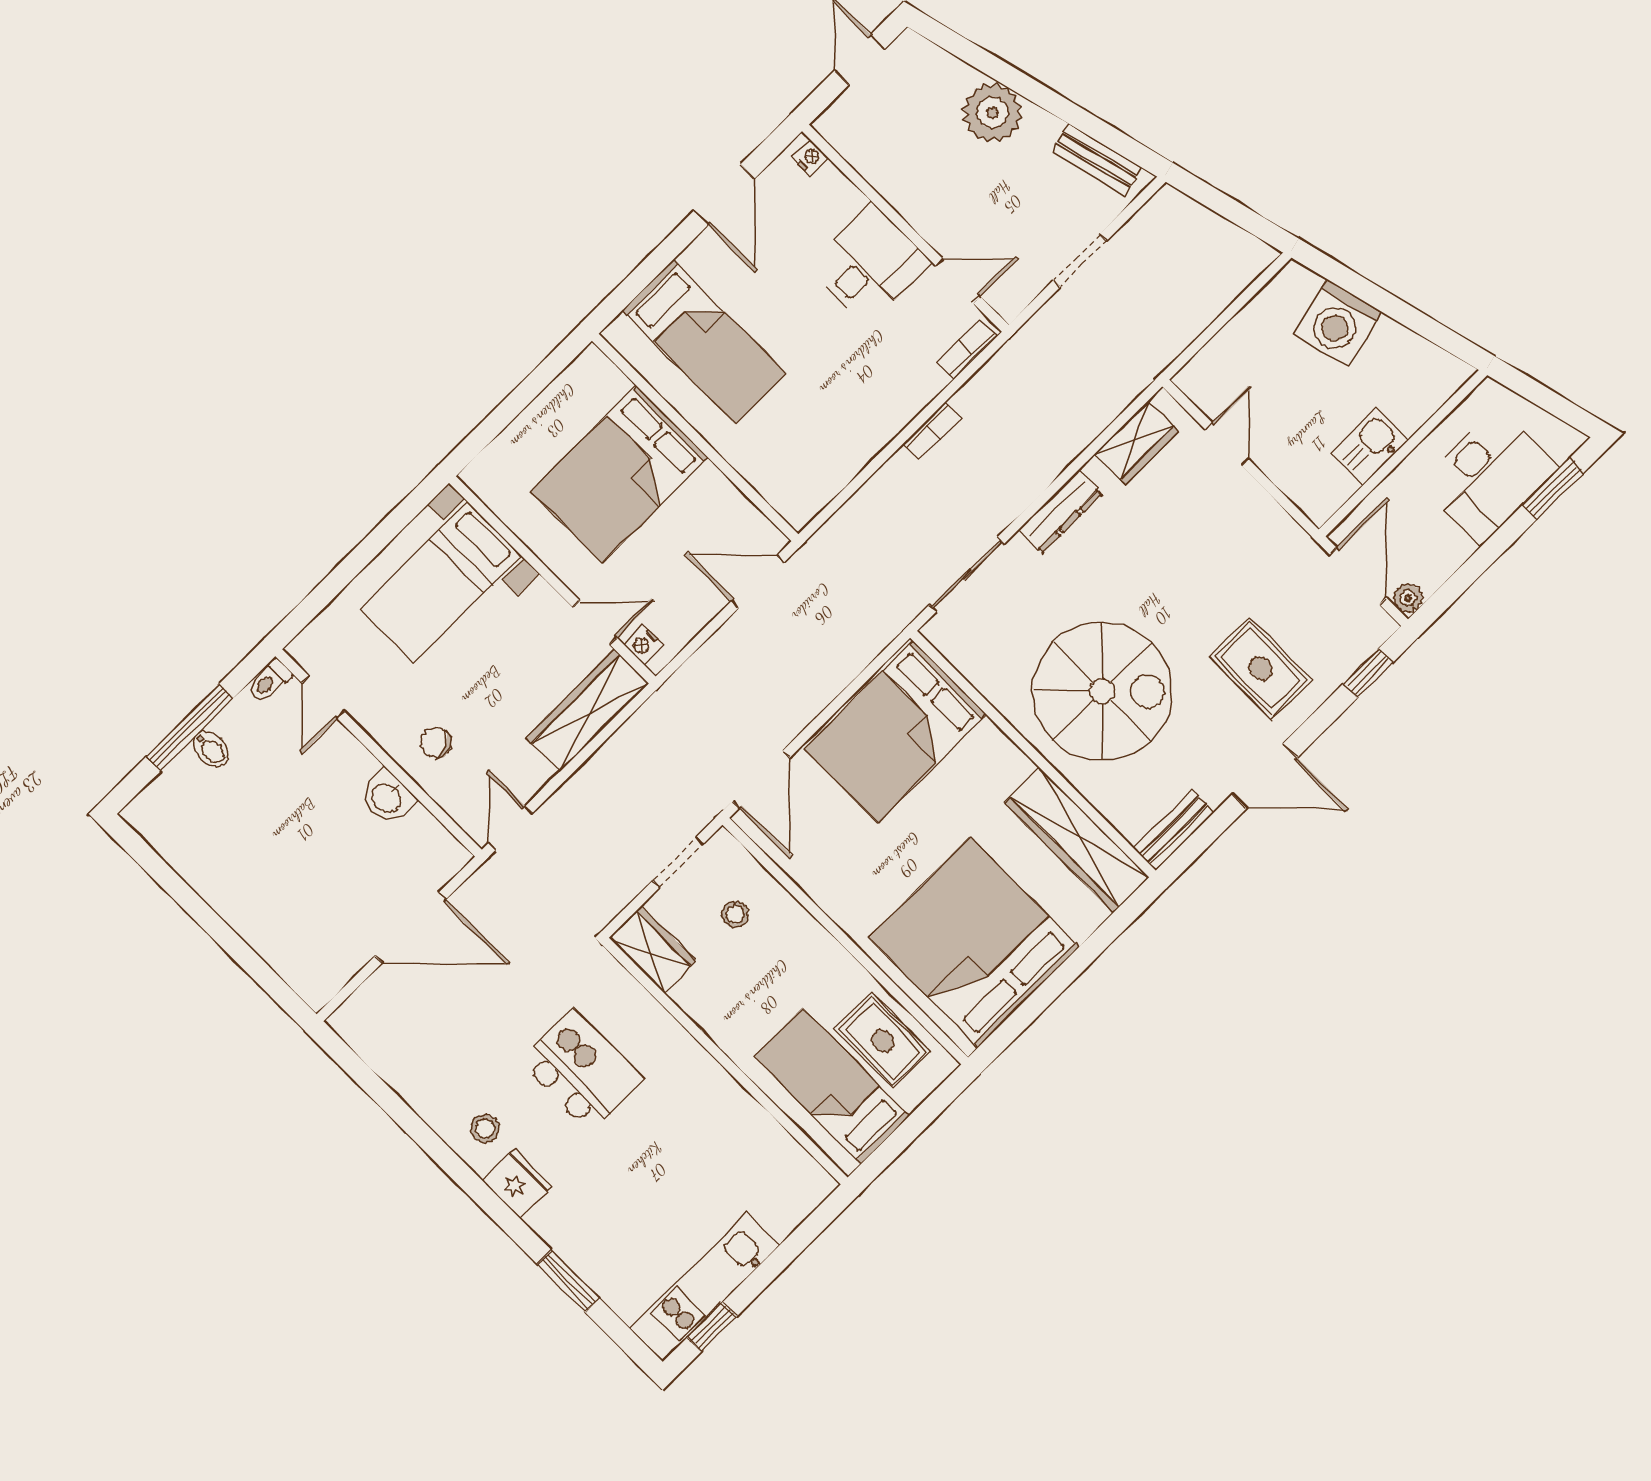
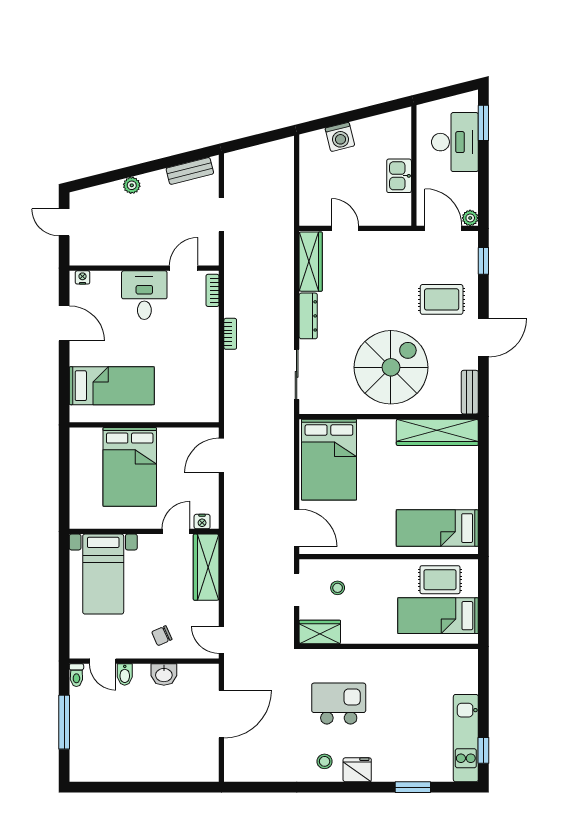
plant: (993, 113) -> (132, 185), width x0.53, depth x0.53
washing machine: (1338, 323) -> (340, 137), width x0.73, depth x0.73
wardrobe: (1137, 443) -> (311, 262), width x1.50
bidet: (211, 749) -> (125, 674), moved, turned 90
bed: (974, 942) -> (437, 528), width x0.49

